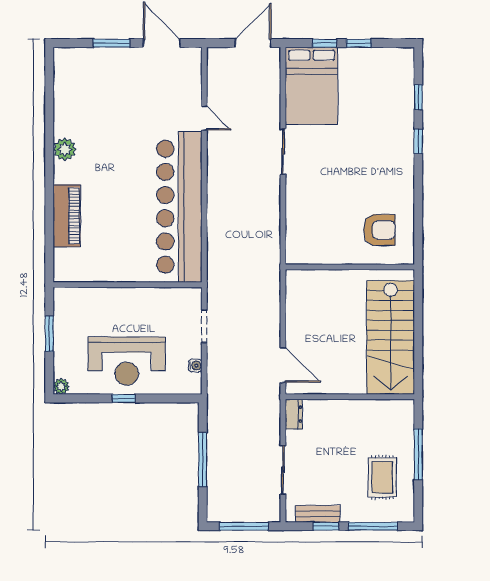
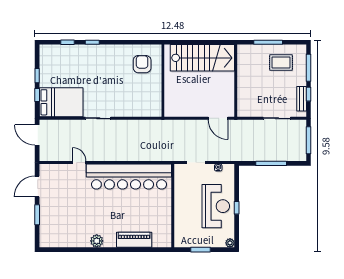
door: (204, 118) -> (79, 163), hinge flipped
door: (283, 365) -> (218, 118), swing flipped
dresser: (294, 414) -> (246, 112), removed

